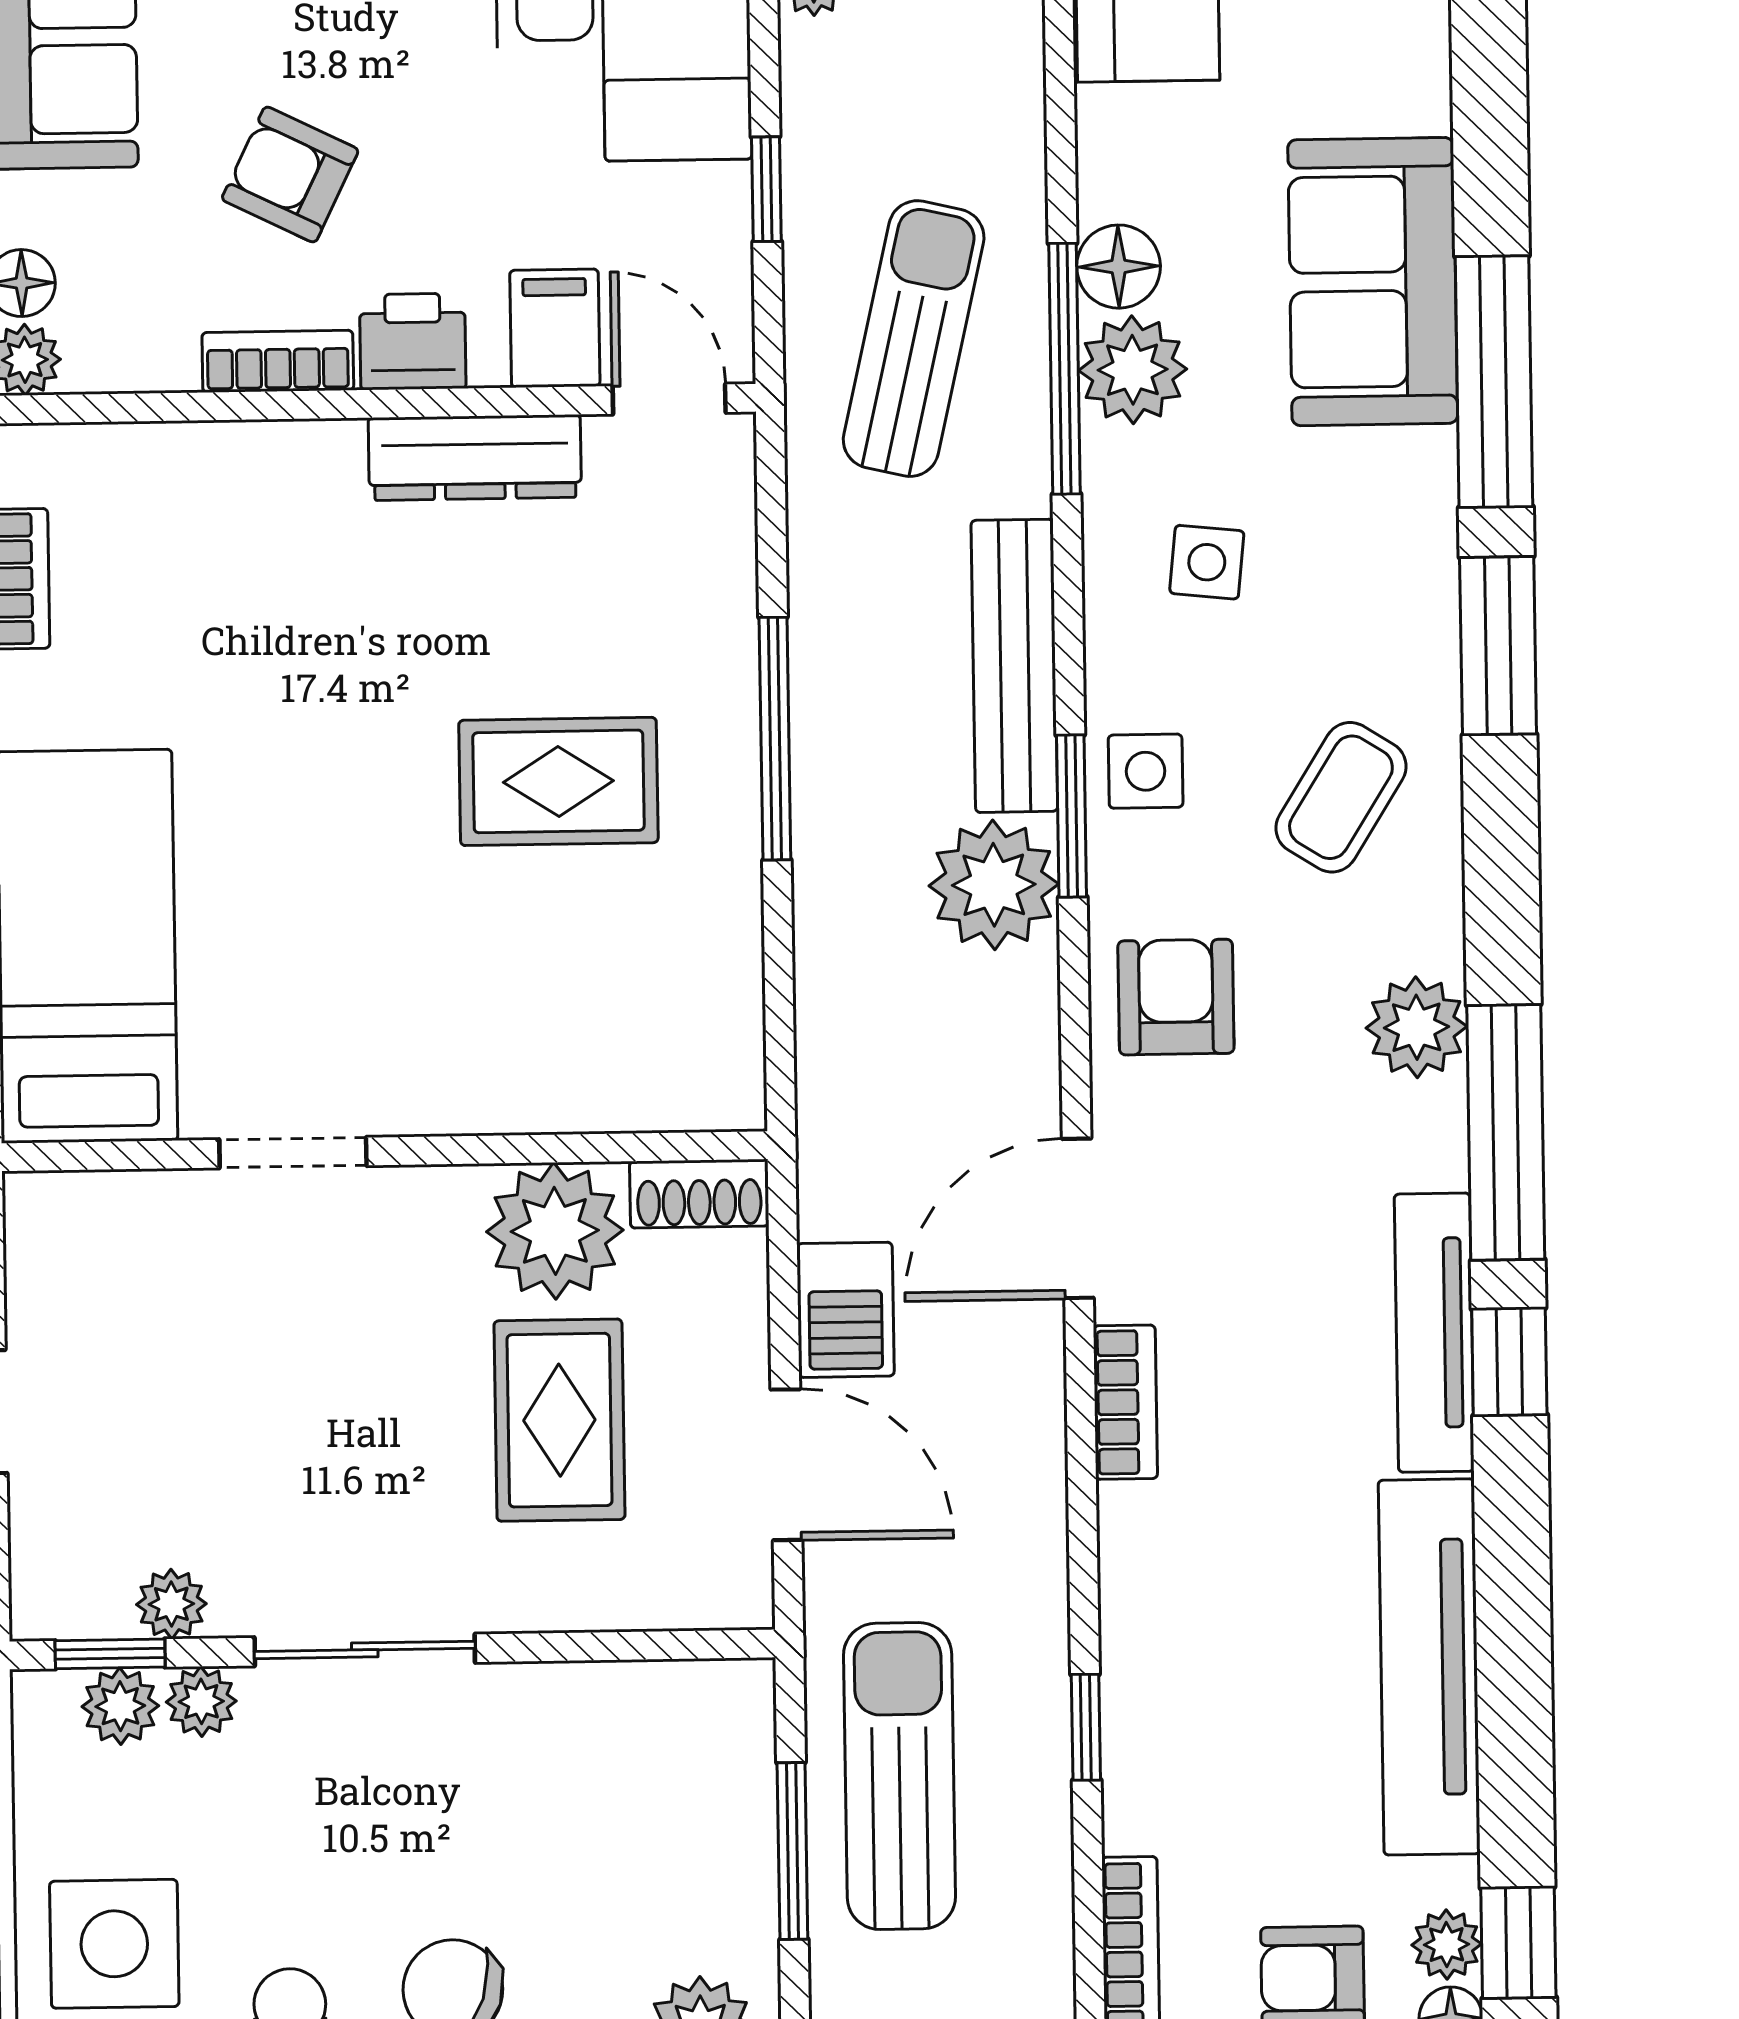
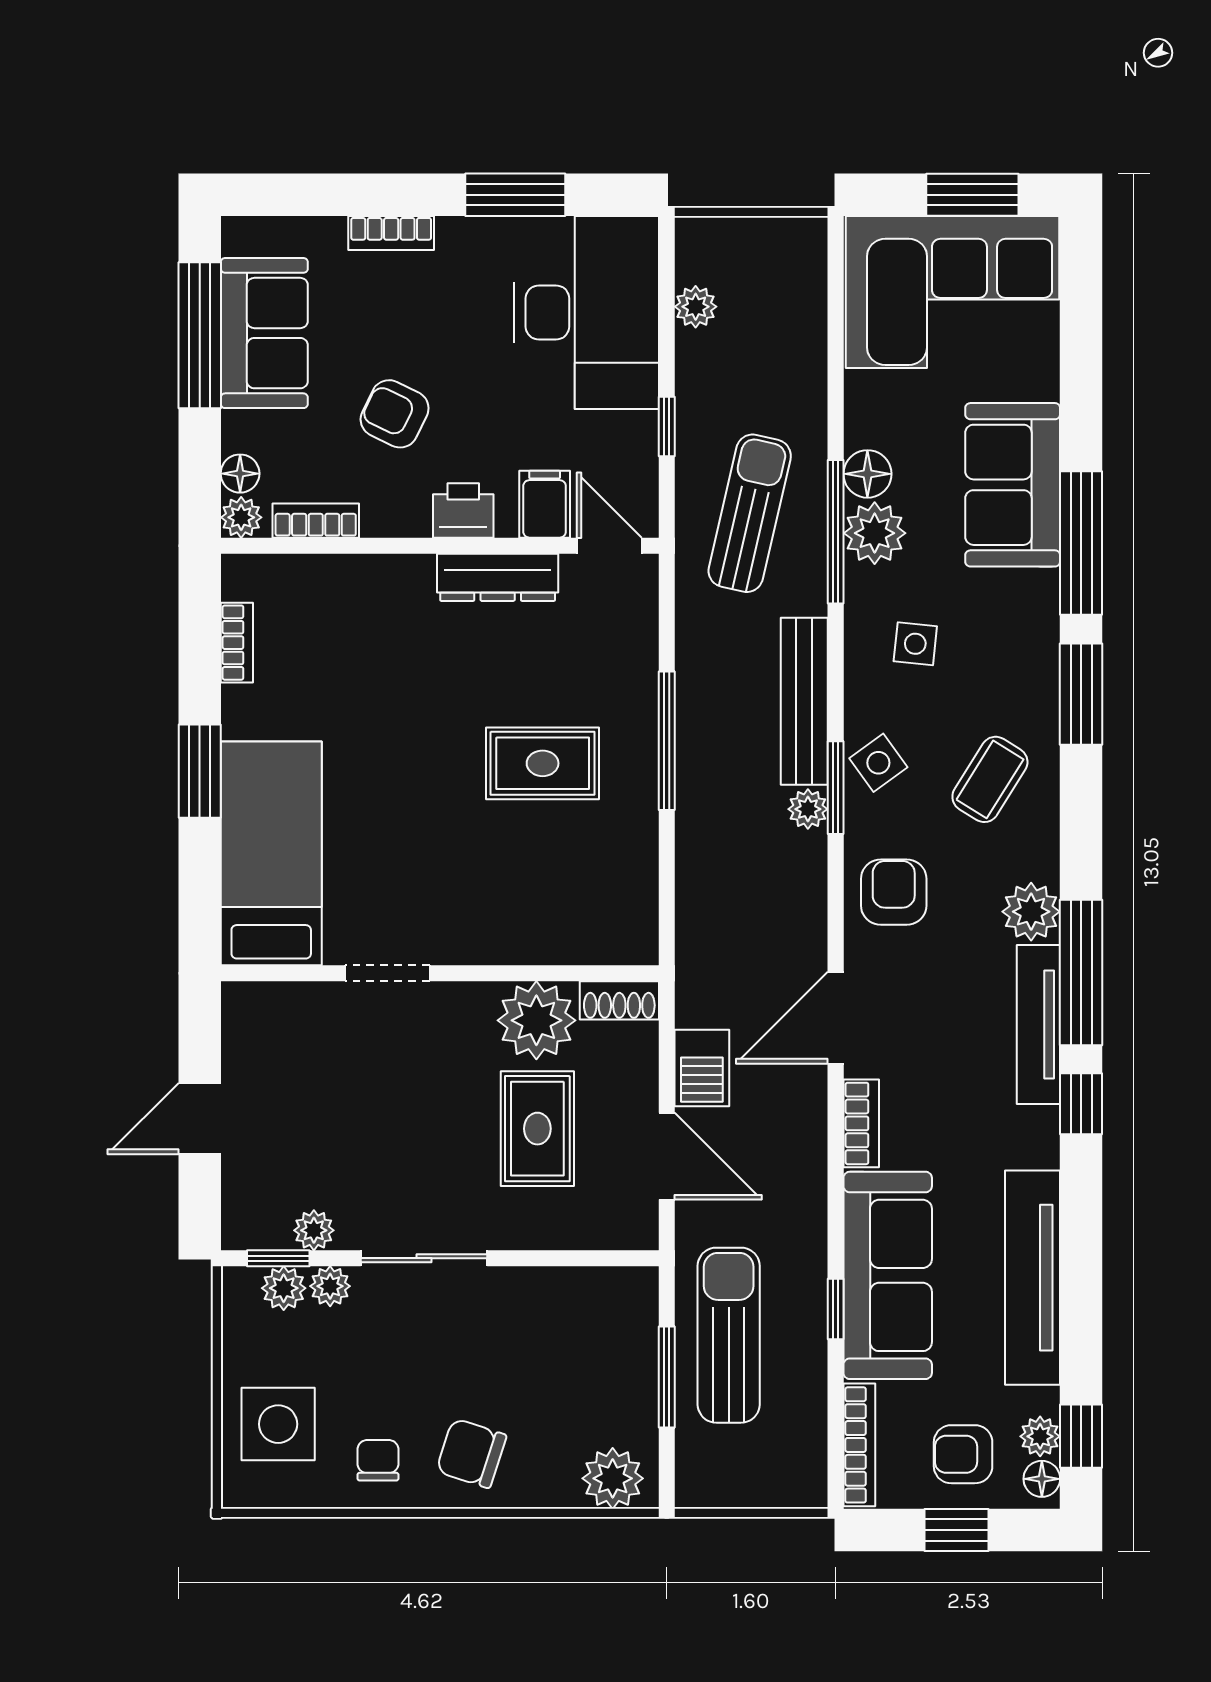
bookcase: (278, 361) -> (316, 521), moved
side table: (1146, 771) -> (878, 763), turned -36
plant: (994, 885) -> (808, 809), width x0.53, depth x0.53
tv unit: (1434, 1333) -> (1038, 1024), moved
sofa: (1176, 1667) -> (888, 1275), added

